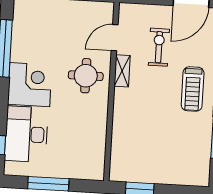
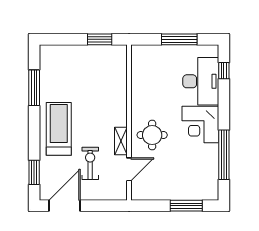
exercise bike: (159, 47) -> (90, 163), turned 180
treadmill: (193, 89) -> (59, 129), width x1.37, depth x1.37

